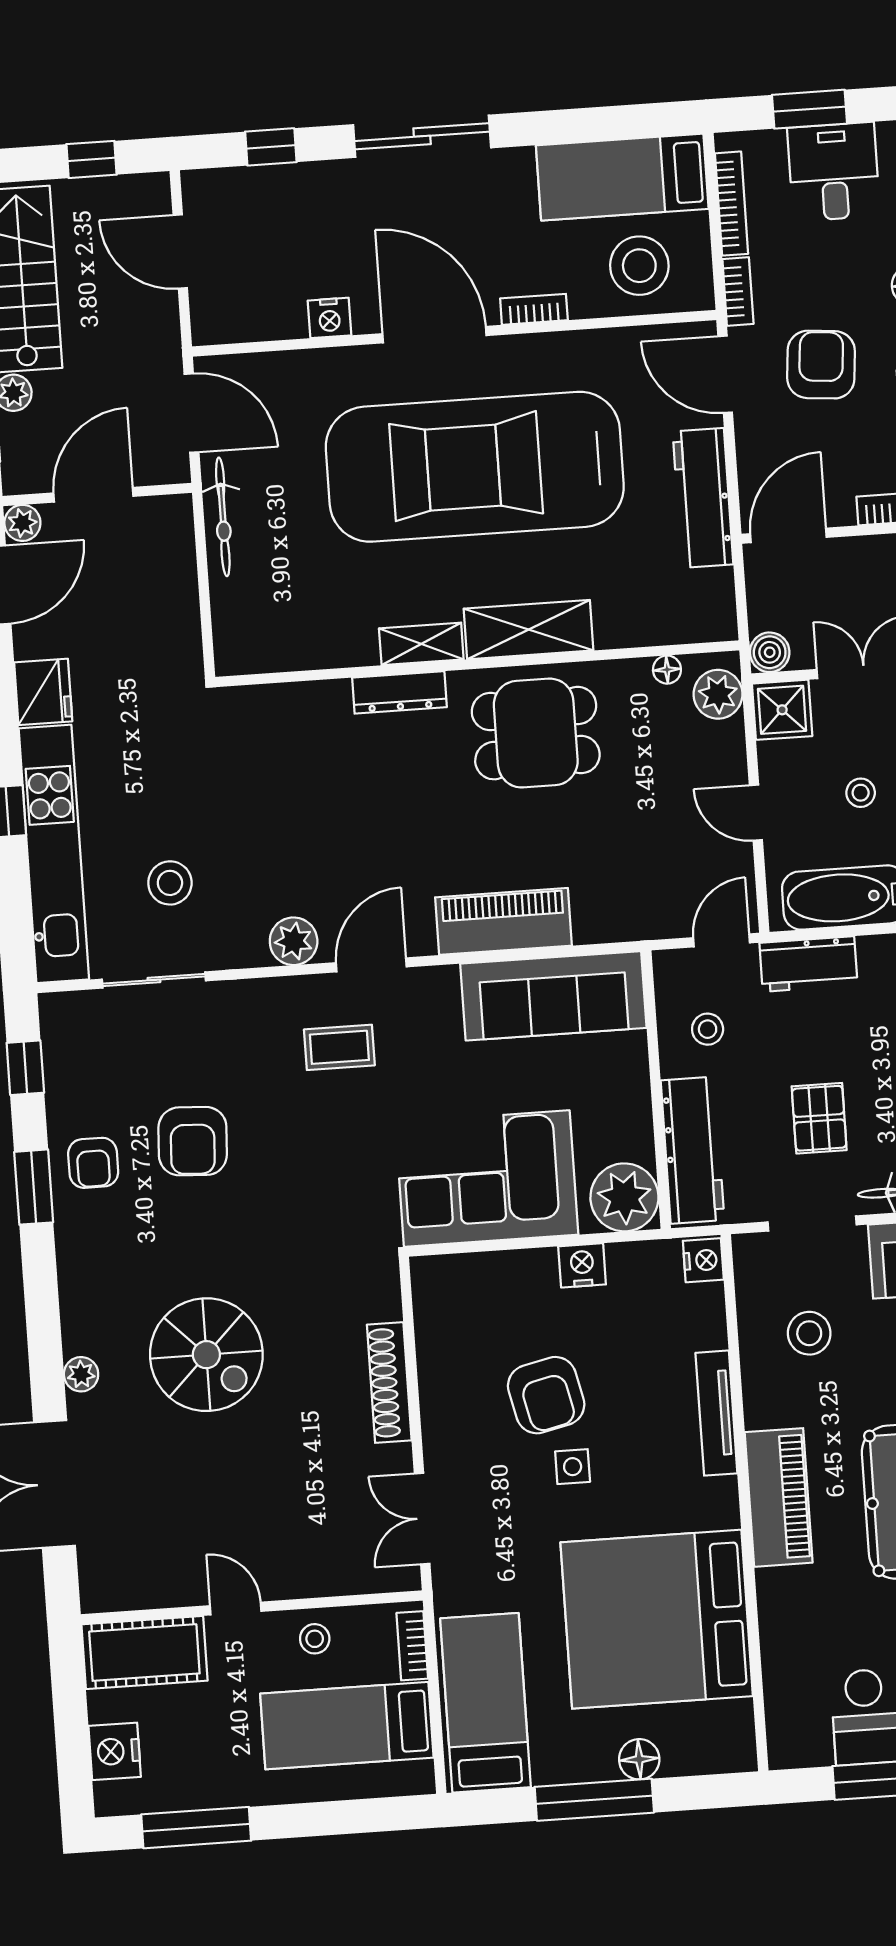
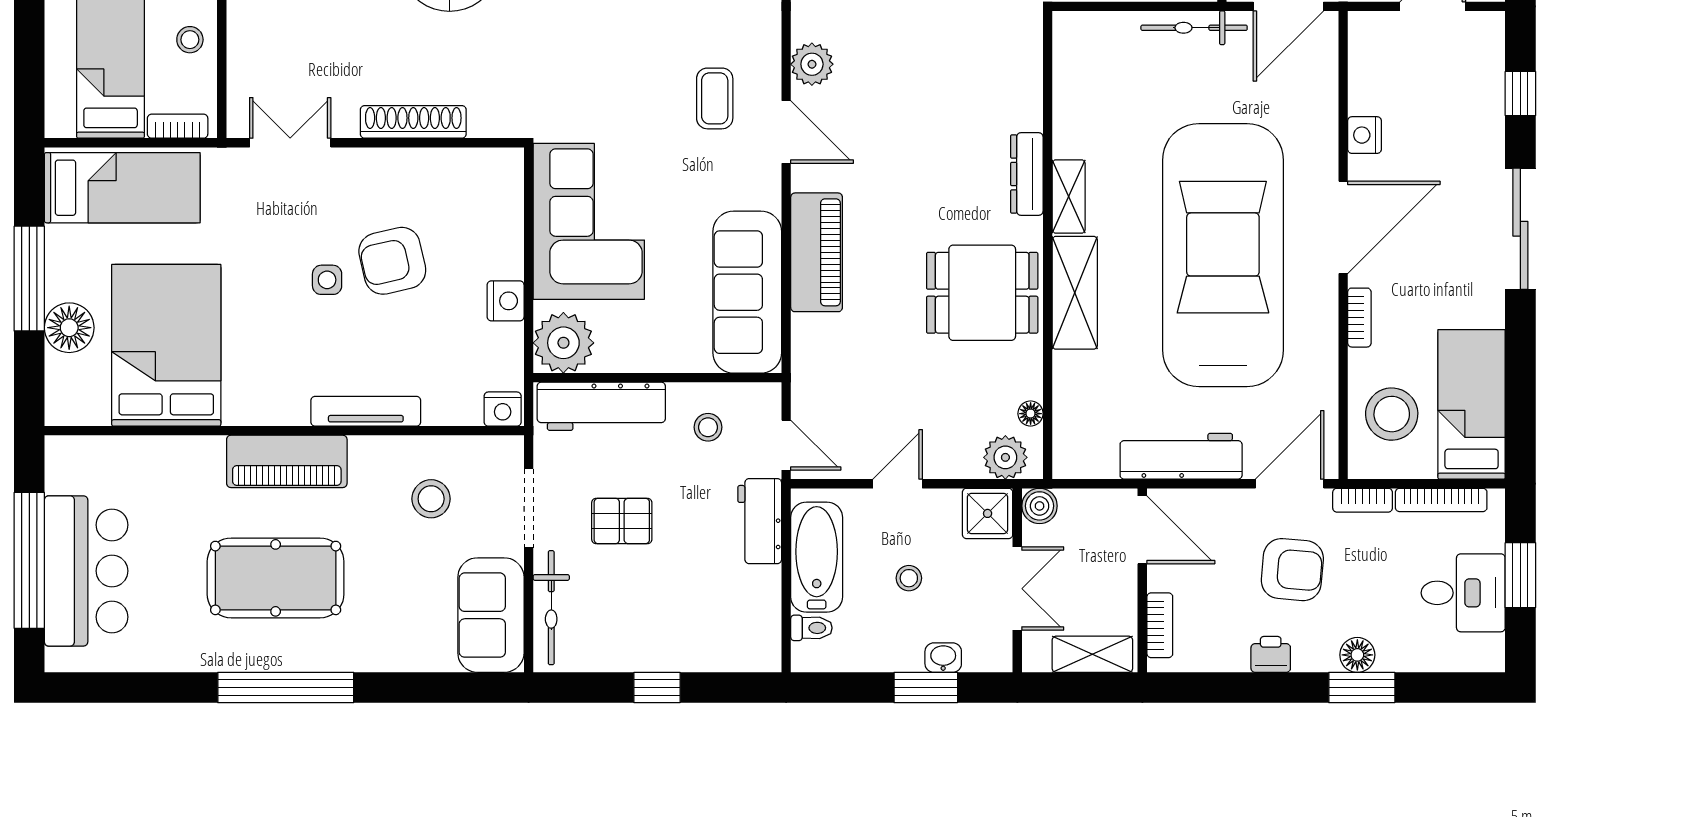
dining table: (536, 733) -> (982, 293), turned 90
bed: (657, 1619) -> (166, 345), width x0.73
floor lamp: (639, 1759) -> (69, 328), width x1.38, depth x1.38

